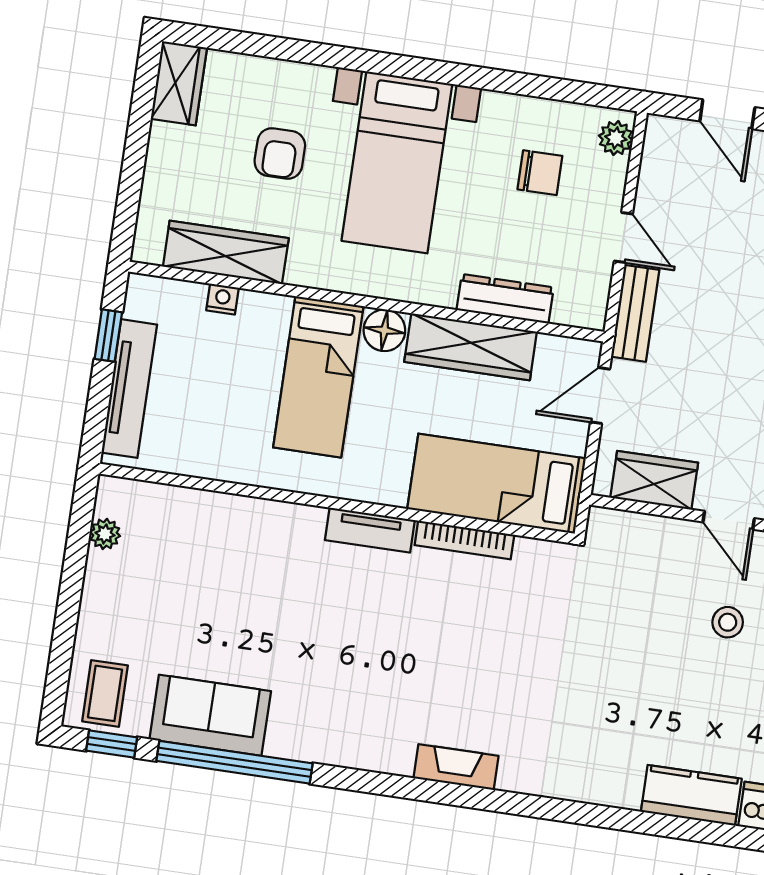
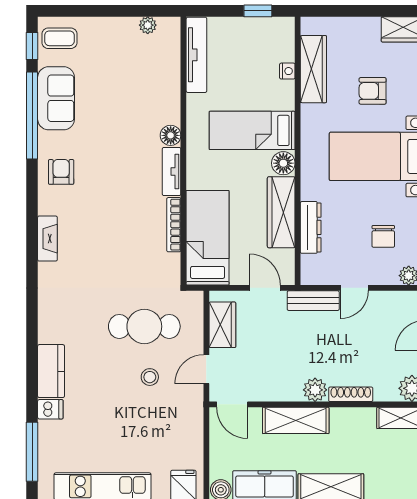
tv unit: (129, 389) -> (196, 55), moved, turned -90
floor lamp: (306, 522) -> (171, 135), added
cafe table: (637, 619) -> (144, 326), added
armchair: (342, 725) -> (61, 172), added

